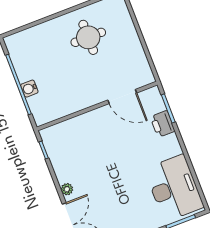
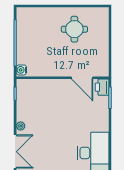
water cooler: (29, 89) -> (21, 70), moved
printer: (163, 124) -> (102, 87), moved

